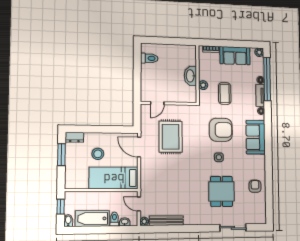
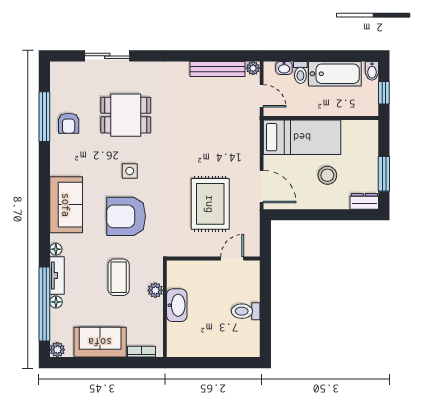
toilet: (149, 58) -> (246, 311), moved
window: (269, 190) -> (44, 117), added
dining table: (222, 191) -> (126, 115), turned 90

